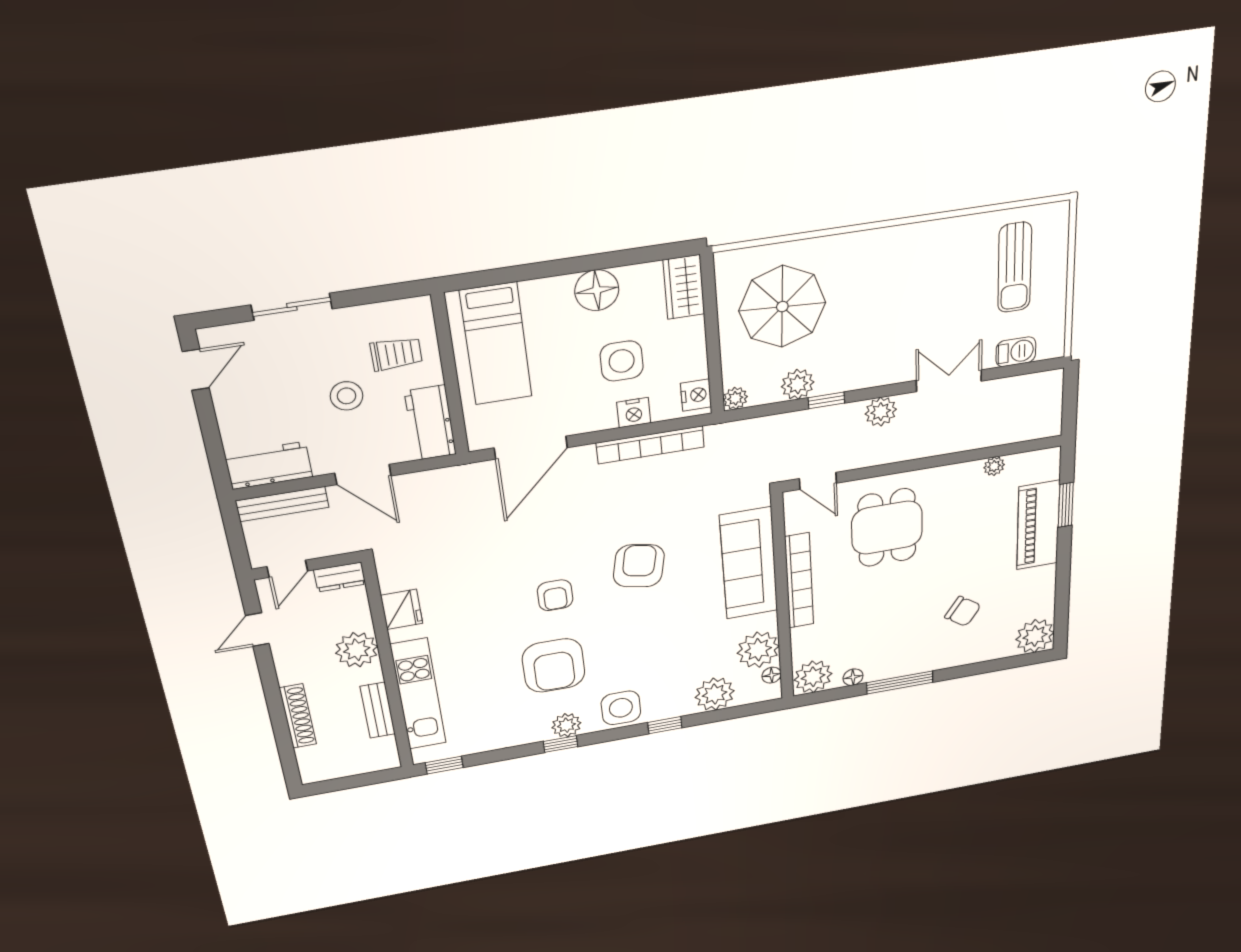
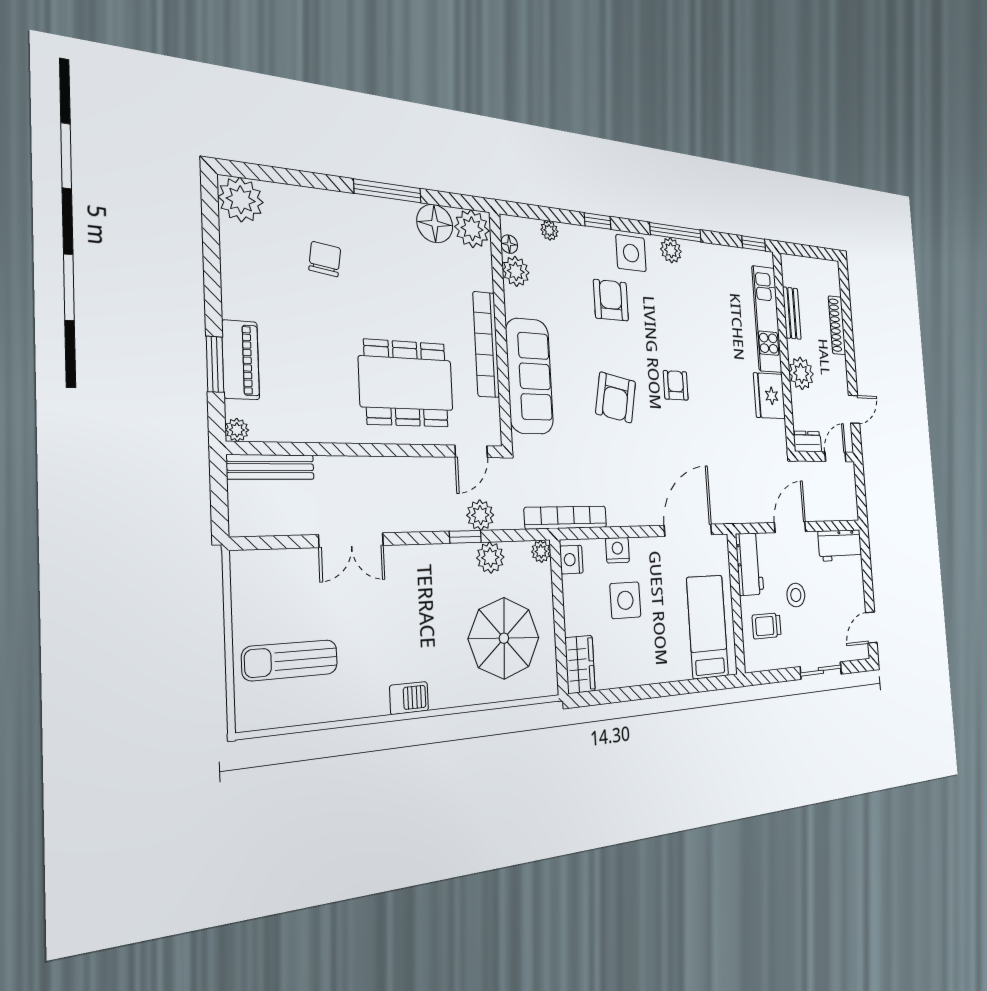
sun lounger: (1015, 267) -> (290, 660), turned -90
floor lamp: (597, 290) -> (641, 667), removed
barbecue: (1016, 352) -> (409, 698), moved, turned 180
plant: (881, 412) -> (480, 515), moved
bookcase: (650, 445) -> (566, 517), moved
plant: (994, 466) -> (237, 430), moved
door: (363, 475) -> (790, 527), hinge flipped
door: (818, 481) -> (471, 451), swing flipped
bench: (282, 504) -> (271, 467), moved
piano: (1038, 525) -> (241, 360), width x0.73, depth x0.75
dining table: (887, 528) -> (406, 383), width x1.38
fridge: (402, 609) -> (769, 396), width x1.36, depth x1.34
chair: (963, 611) -> (325, 259), turned 63
plant: (758, 650) -> (516, 271), width x0.73, depth x0.73
armchair: (554, 665) -> (611, 300), moved, width x0.73, depth x0.73
floor lamp: (853, 677) -> (435, 224), width x1.89, depth x1.89
plant: (715, 694) -> (549, 230), width x0.53, depth x0.53
window: (560, 744) -> (676, 232), width x2.17

